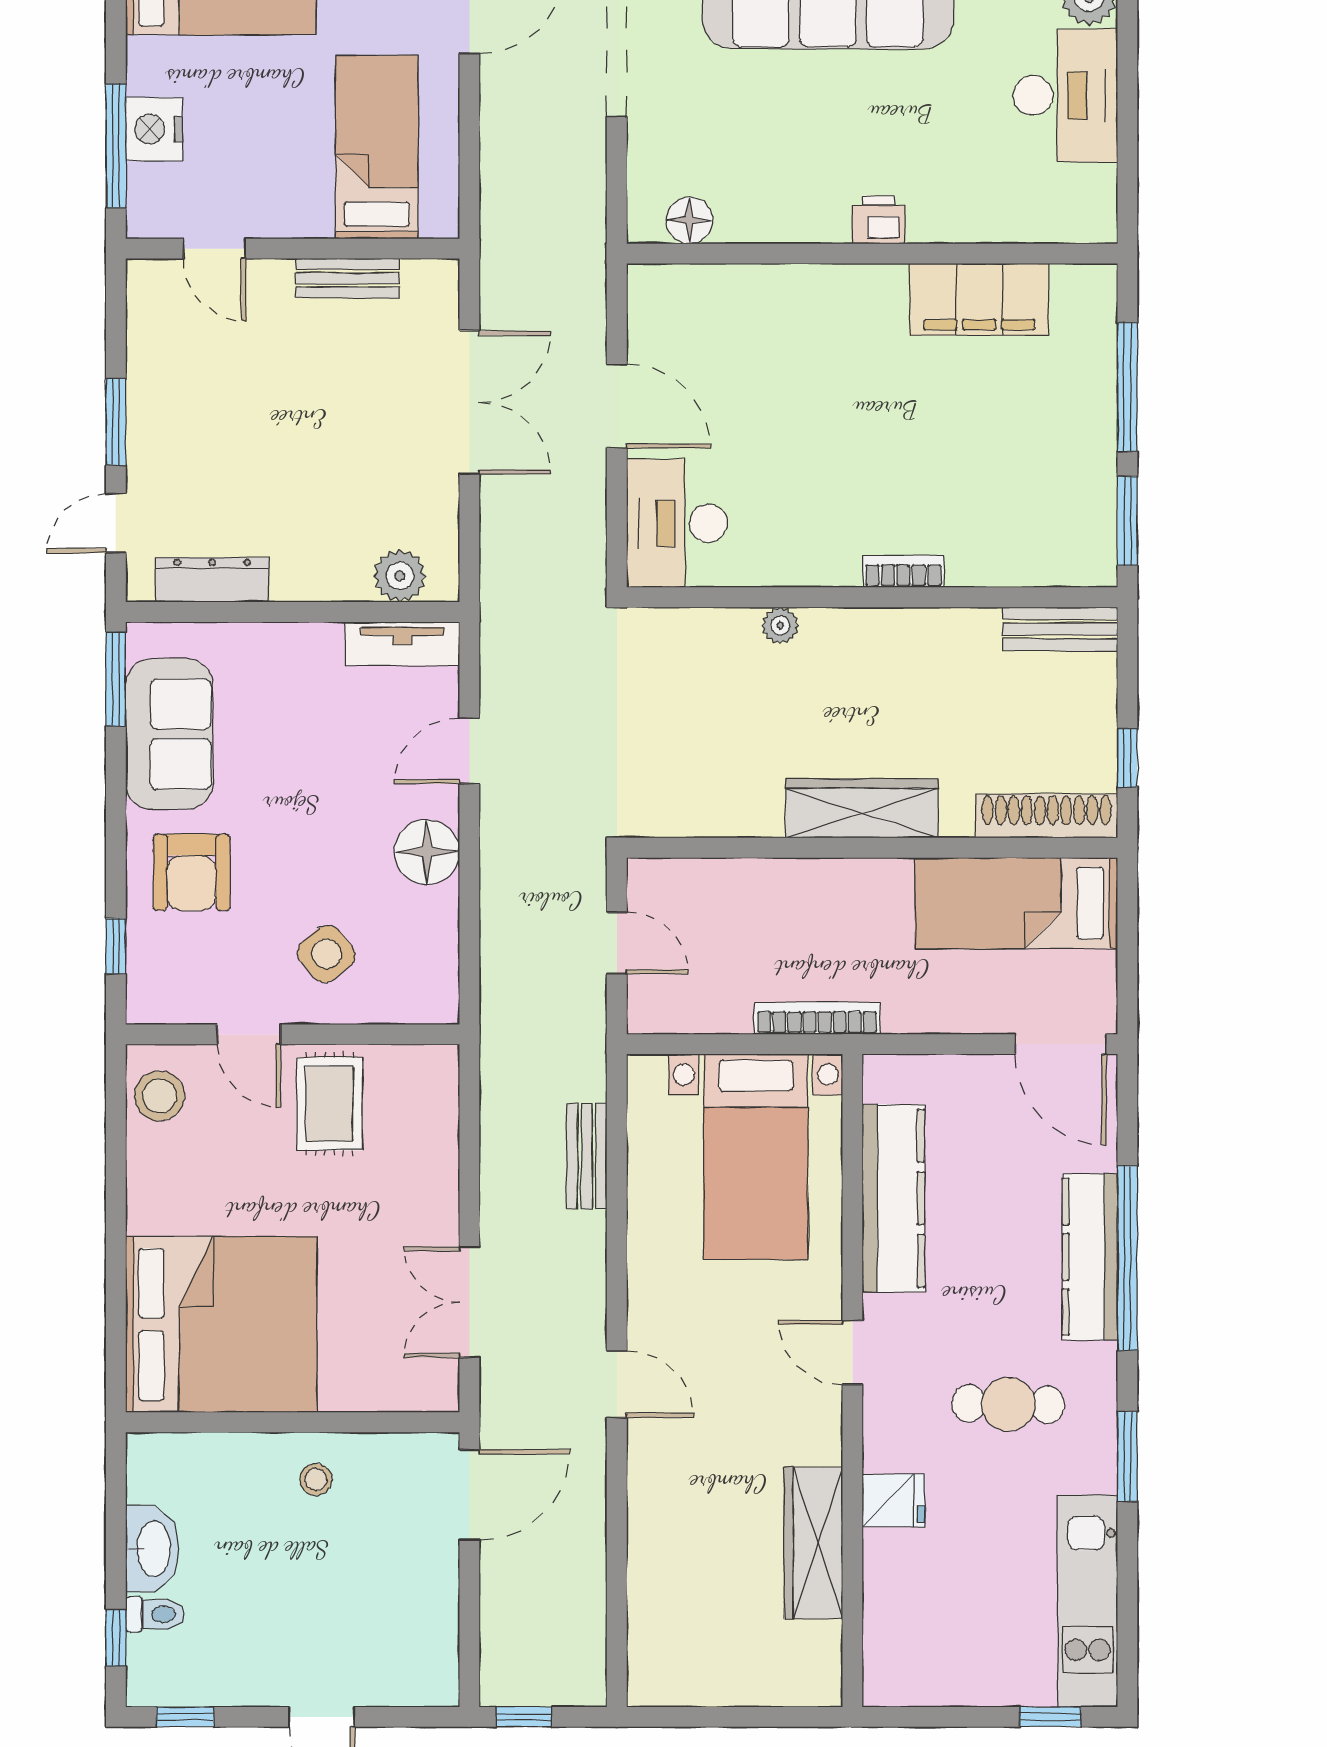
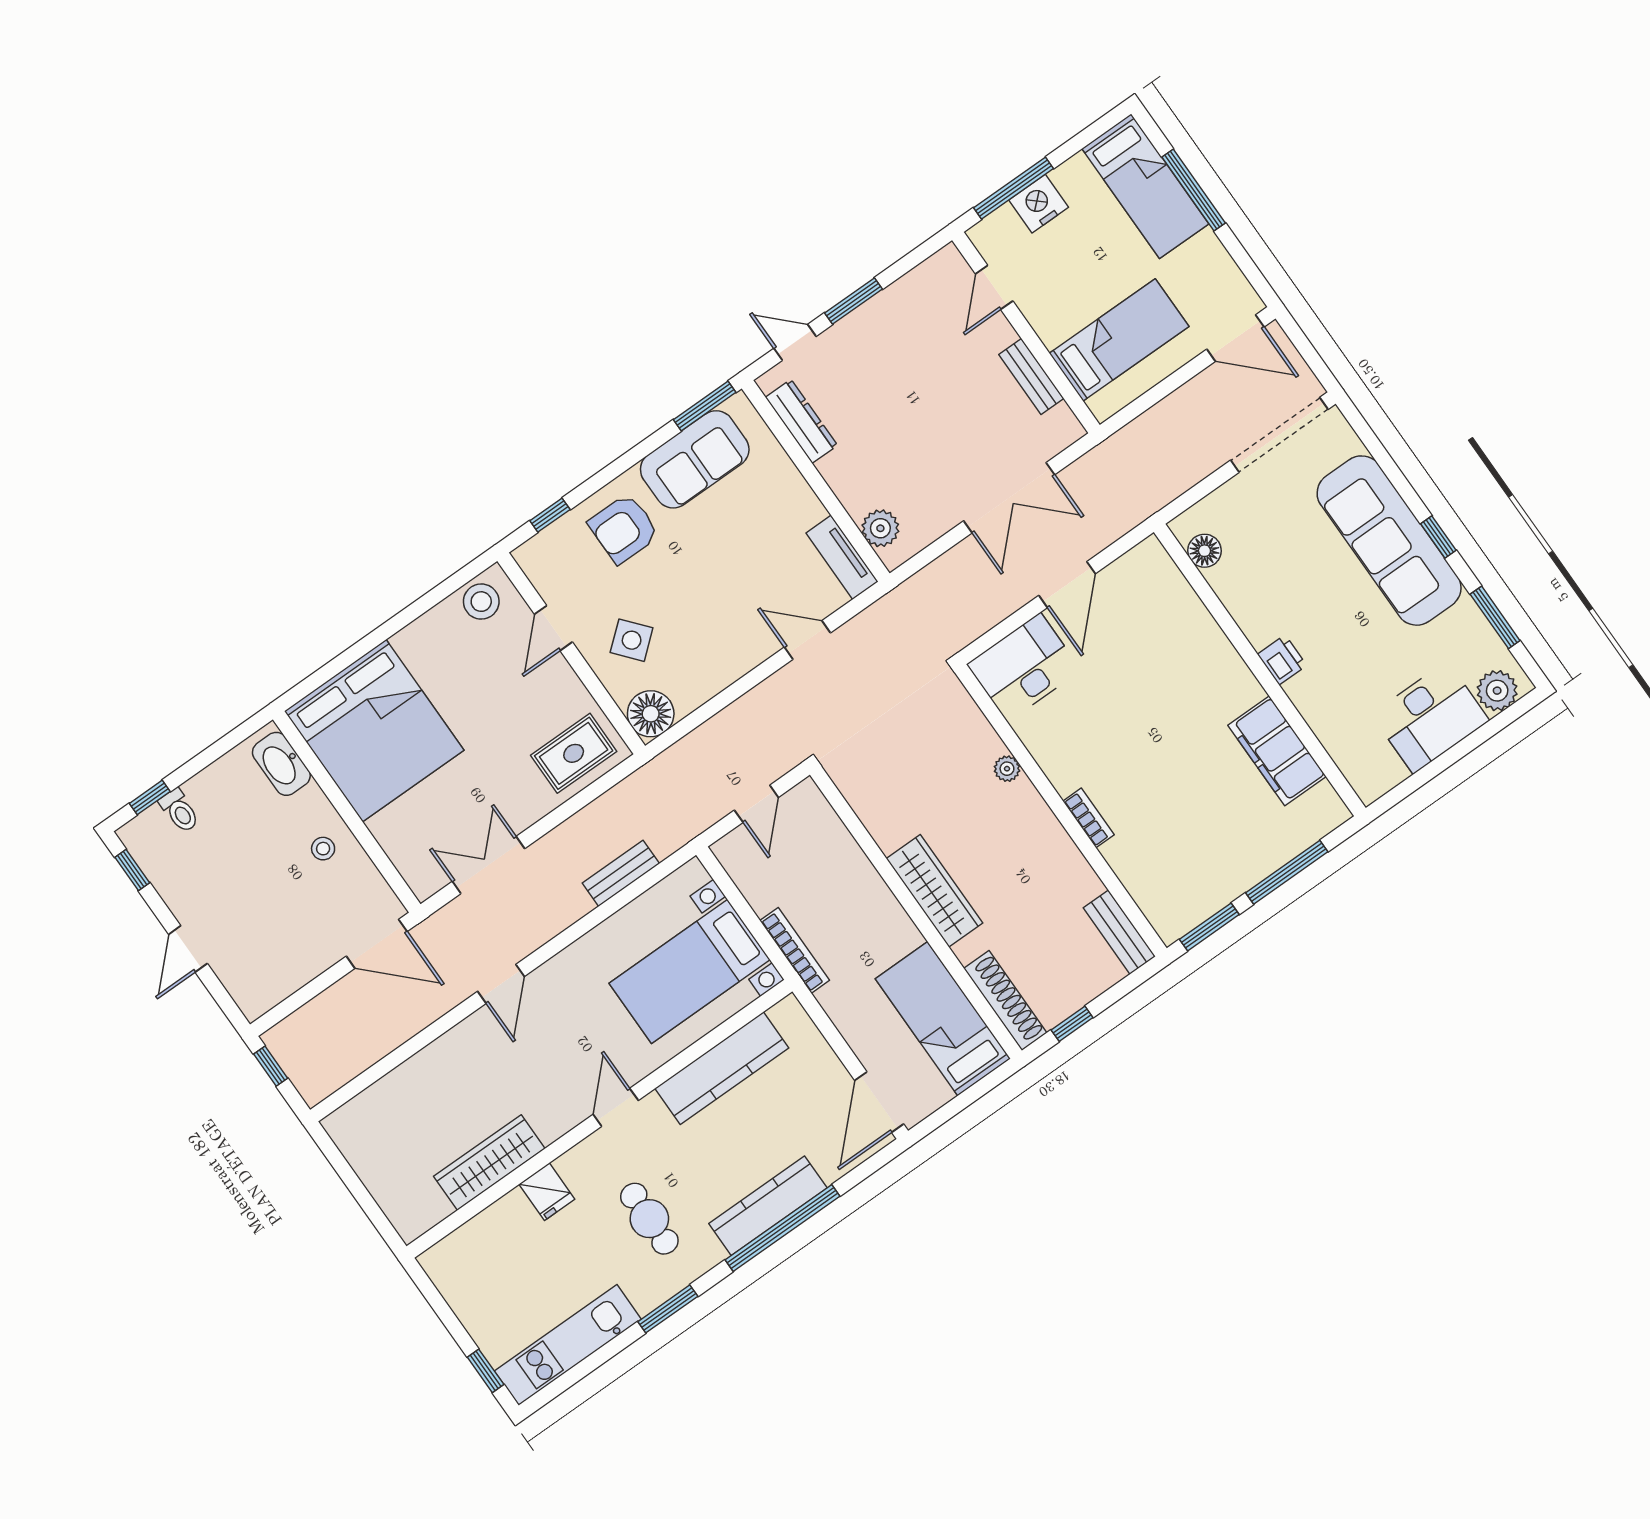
floor lamp: (427, 852) -> (651, 714), moved
rug: (329, 1104) -> (574, 753), moved
washbasin: (152, 1549) -> (281, 764), moved, turned 90

